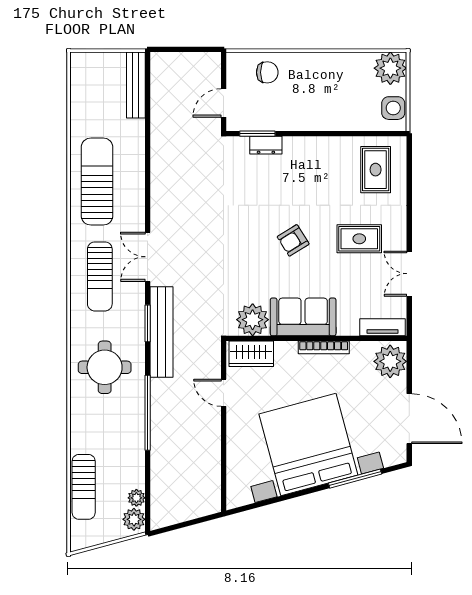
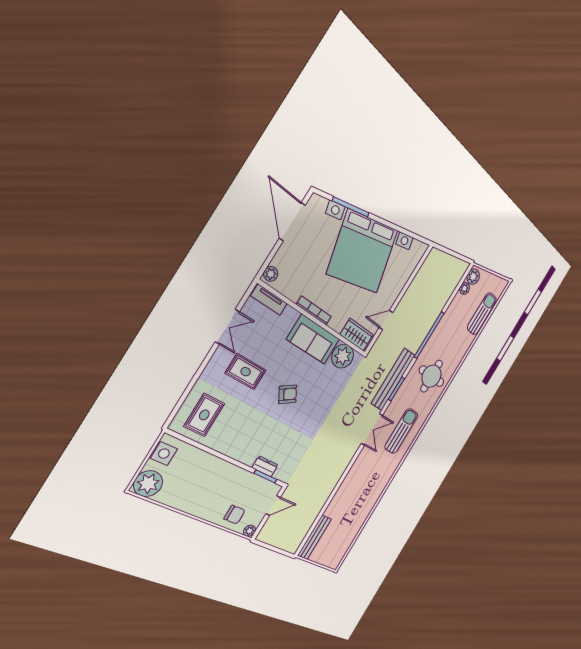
plant: (235, 60) -> (249, 531), added
chair: (267, 72) -> (235, 515), turned 180
sun lounger: (97, 182) -> (369, 488), removed
plant: (390, 361) -> (271, 274), width x0.53, depth x0.53
door: (224, 393) -> (386, 320), swing flipped

